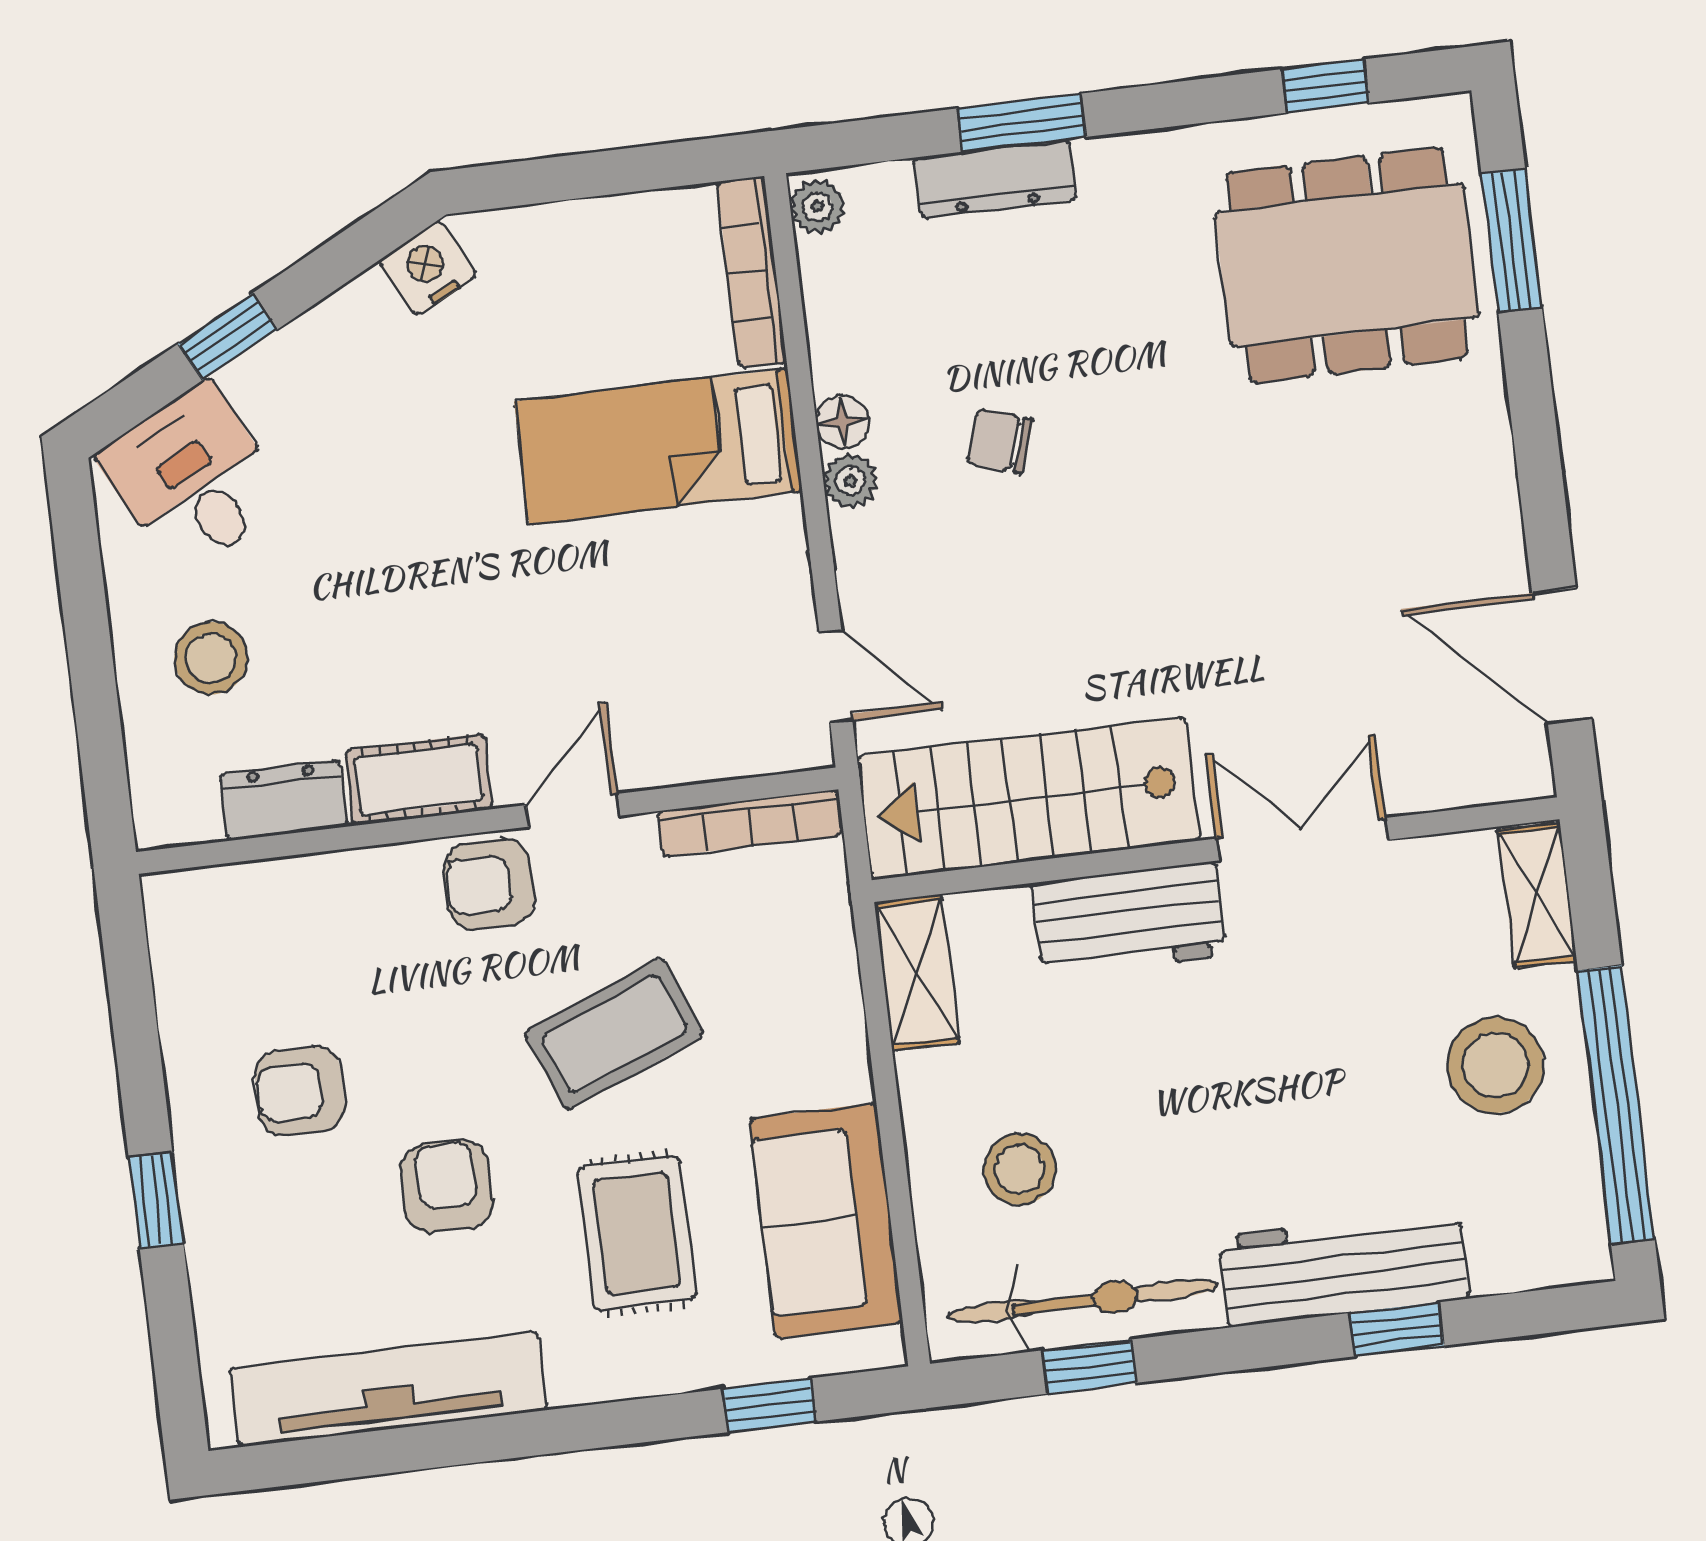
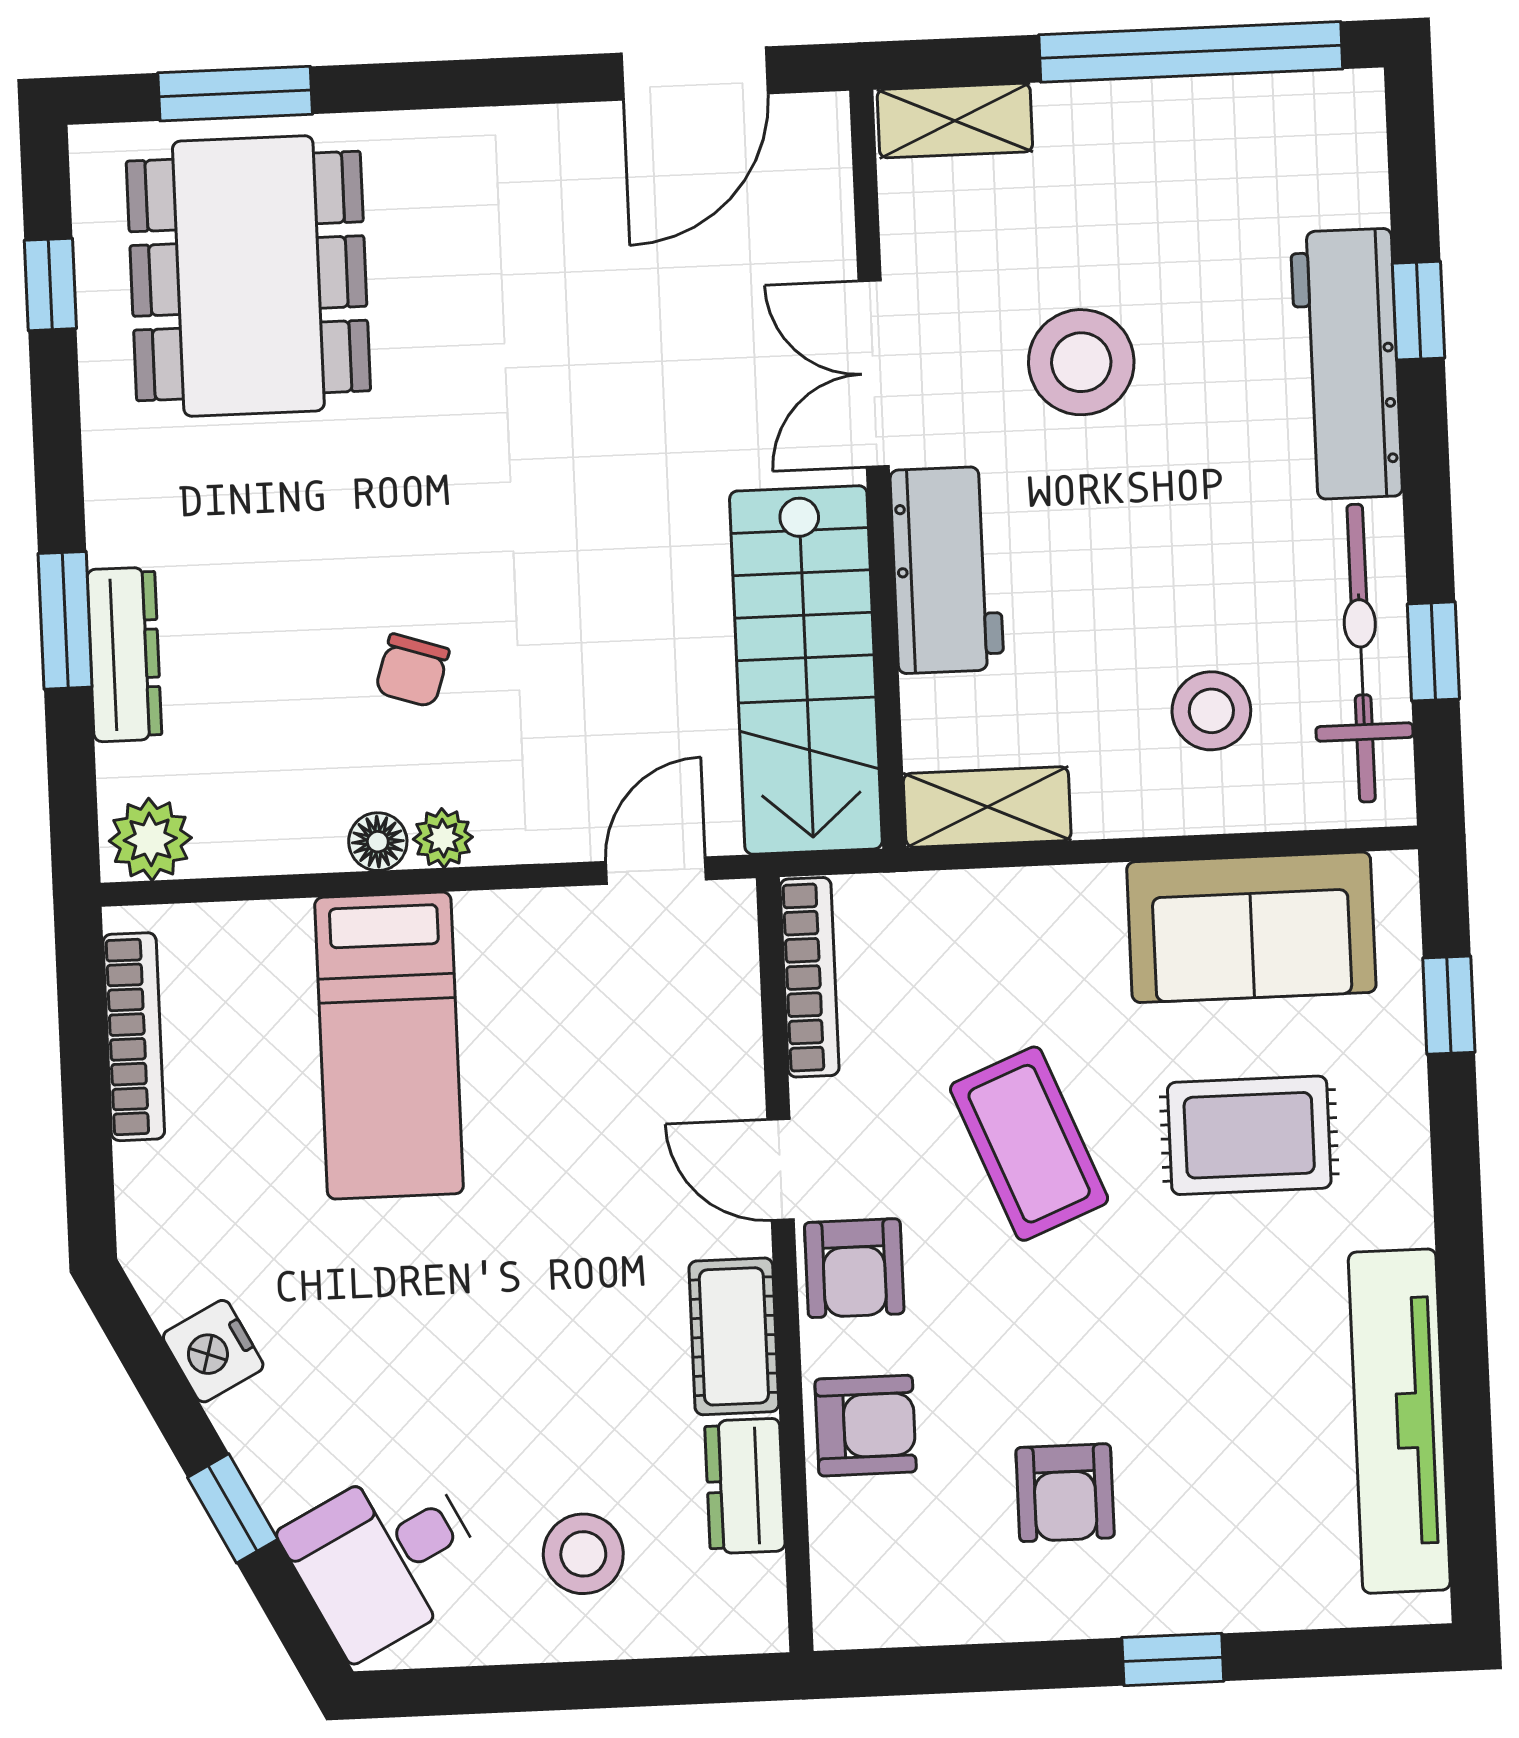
plant: (817, 206) -> (150, 839), width x1.38, depth x1.38
nightstand: (428, 268) -> (213, 1351), moved
bookcase: (752, 272) -> (134, 1037), moved, turned -90
stool: (1496, 1065) -> (1081, 362), moved
armchair: (447, 1186) -> (866, 1426), moved, turned 180

